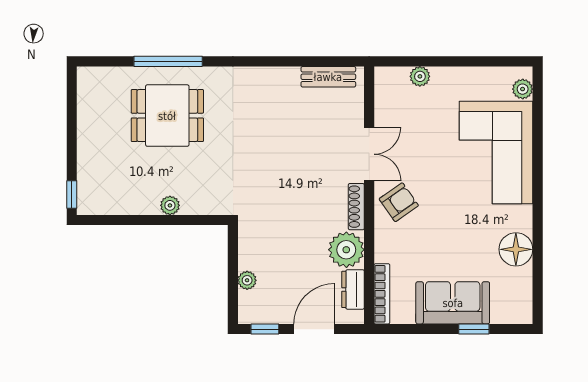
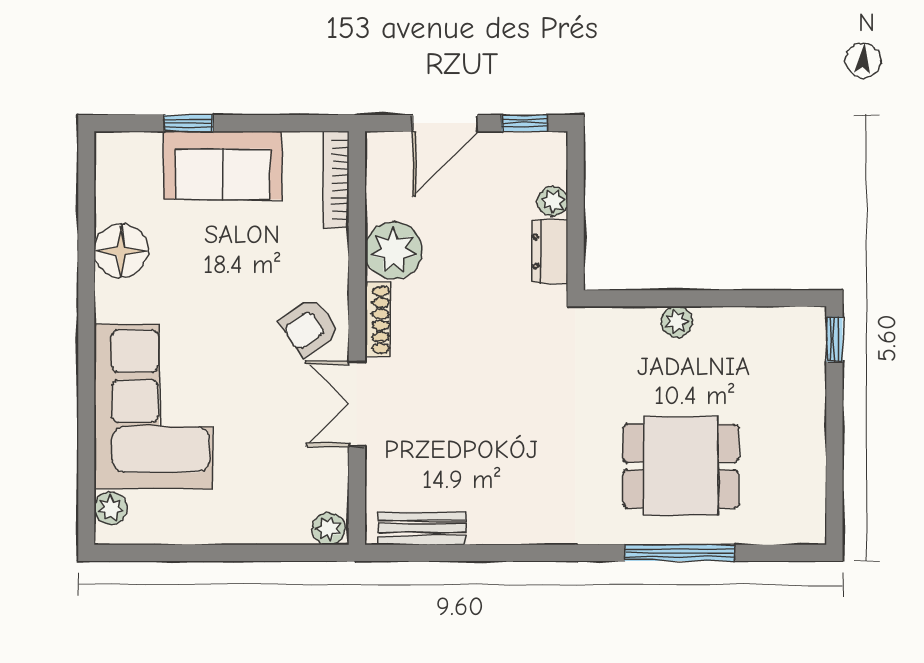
plant: (420, 76) -> (329, 529), moved
dresser: (353, 289) -> (550, 251), moved, turned 180

